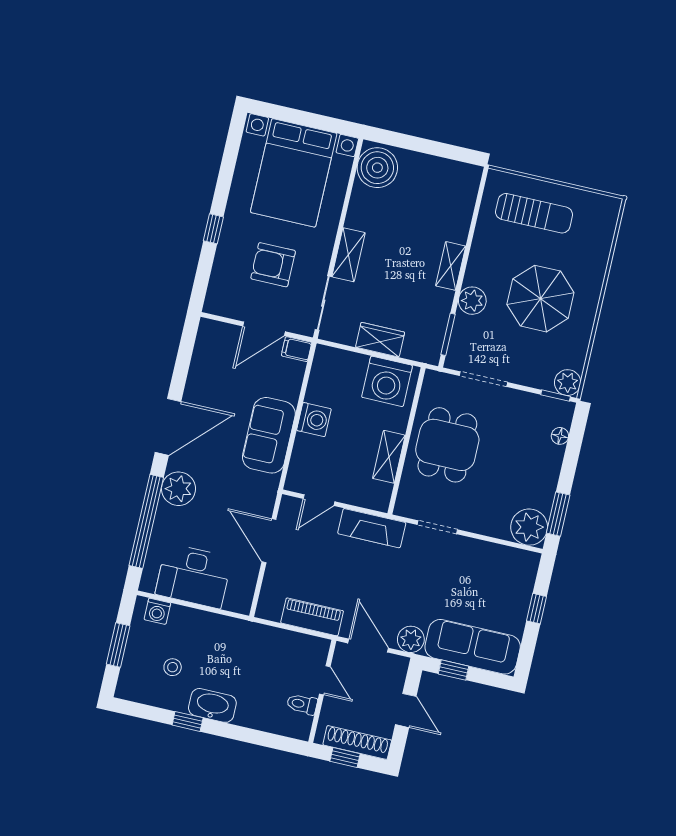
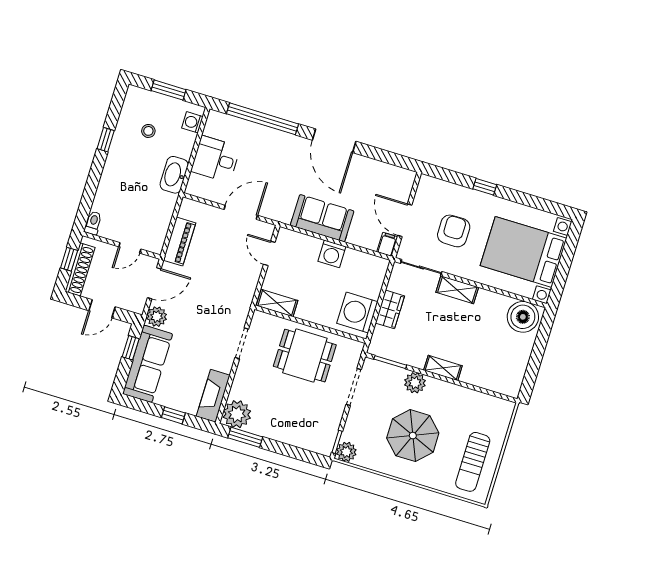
sun lounger: (534, 213) -> (473, 462), moved
floor lamp: (560, 436) -> (306, 443), removed
shelving: (389, 457) -> (277, 303), moved
plant: (179, 489) -> (286, 145), removed
fireplace: (372, 528) -> (213, 396), moved
desk: (194, 576) -> (216, 159), width x0.73
toilet: (302, 704) -> (93, 223), moved
washbasin: (212, 705) -> (174, 175), moved, turned 180

